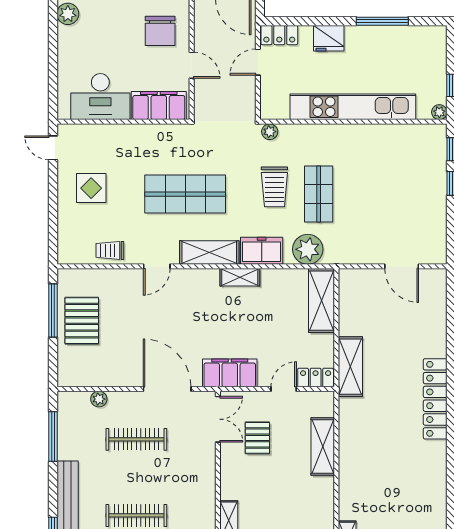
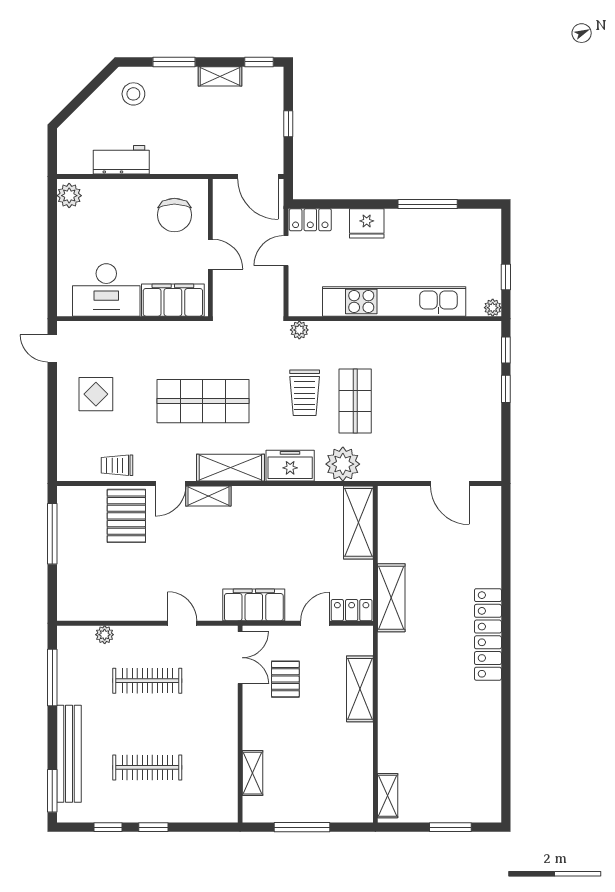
shelving: (240, 277) -> (208, 496), moved
pallet: (82, 321) -> (126, 516), moved
door: (167, 389) -> (182, 623), width x0.53

